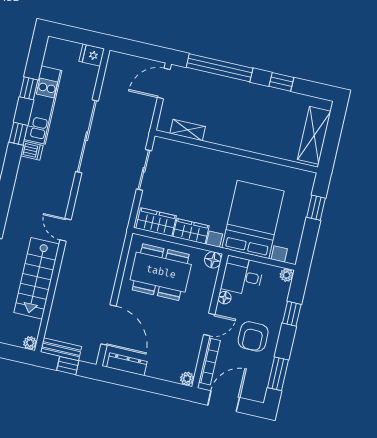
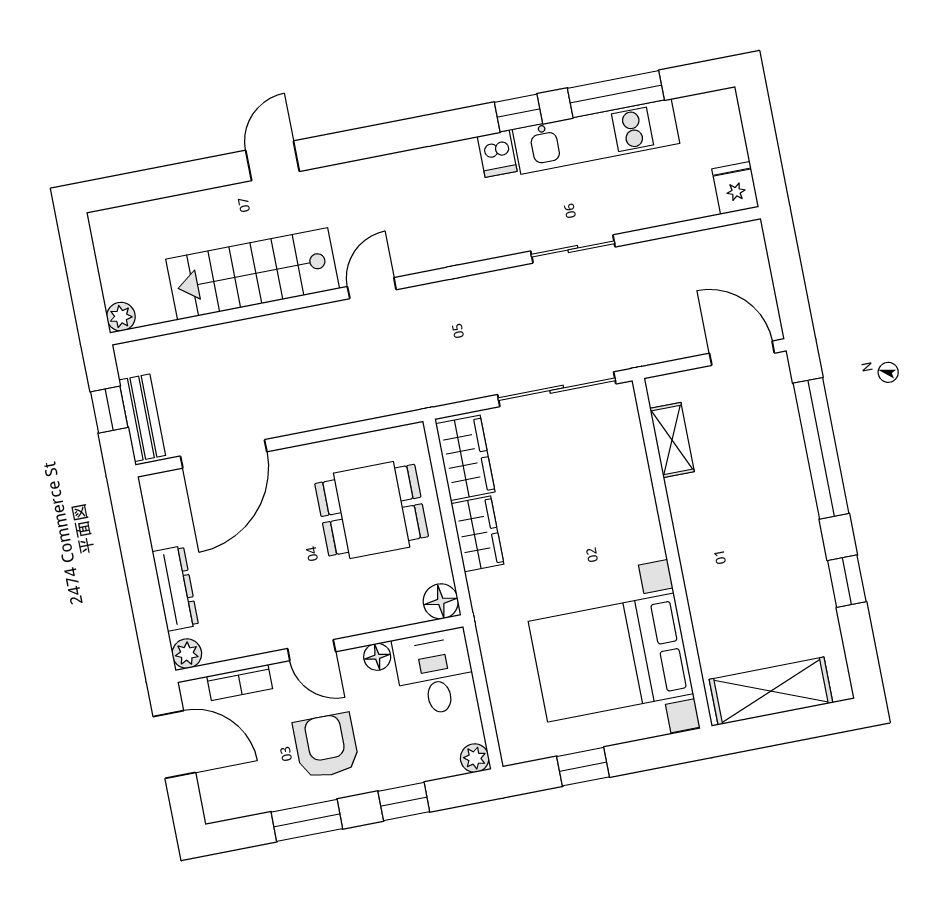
window: (29, 88) -> (616, 94), width x2.17
sliding door: (87, 136) -> (573, 249), width x0.54
sliding door: (144, 170) -> (557, 389), width x1.37
window: (316, 208) -> (583, 767), moved
bed with nightstands: (253, 219) -> (611, 657), moved, turned 180
dining table: (161, 272) -> (372, 510), width x0.73
armchair: (253, 336) -> (326, 746), turned 90
bench: (61, 349) -> (142, 418), moved
bookcase: (209, 361) -> (240, 682), width x0.64
dresser: (127, 364) -> (175, 589), moved
window: (278, 374) -> (307, 820), moved

